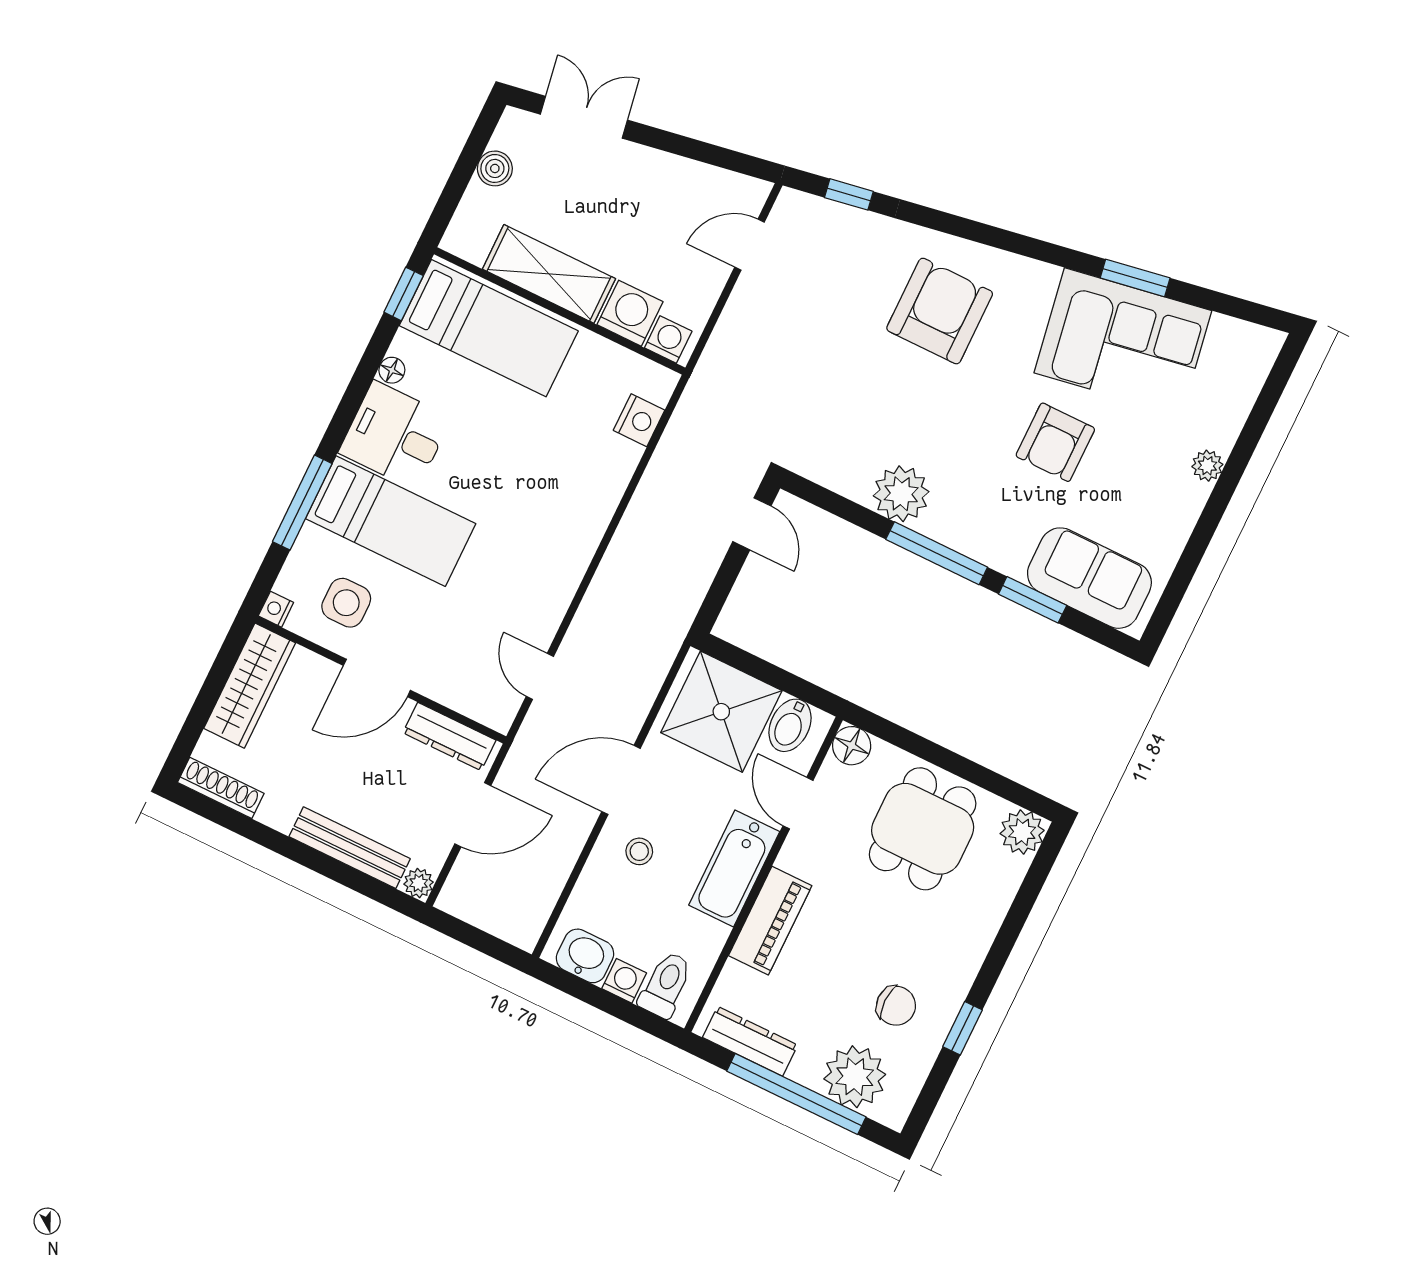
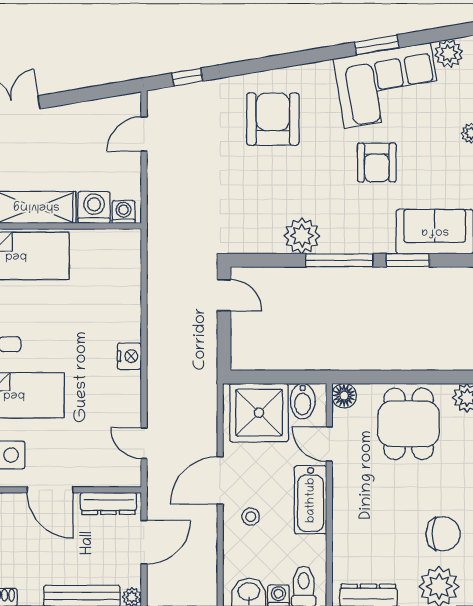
plant: (1230, 339) -> (449, 53), added
nightstand: (639, 420) -> (129, 356), moved
door: (377, 678) -> (50, 490), hinge flipped
piano: (770, 921) -> (346, 520), removed
chair: (896, 1006) -> (443, 534), width x1.37, depth x1.37

